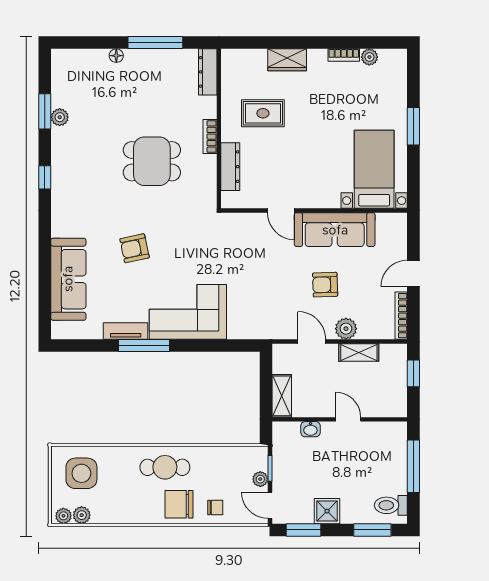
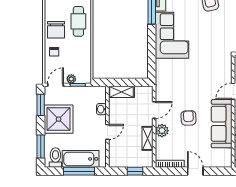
bathtub: (393, 464) -> (81, 159), added
chair: (179, 504) -> (56, 30), turned 180
shower: (327, 511) -> (59, 119), width x1.86, depth x1.86

